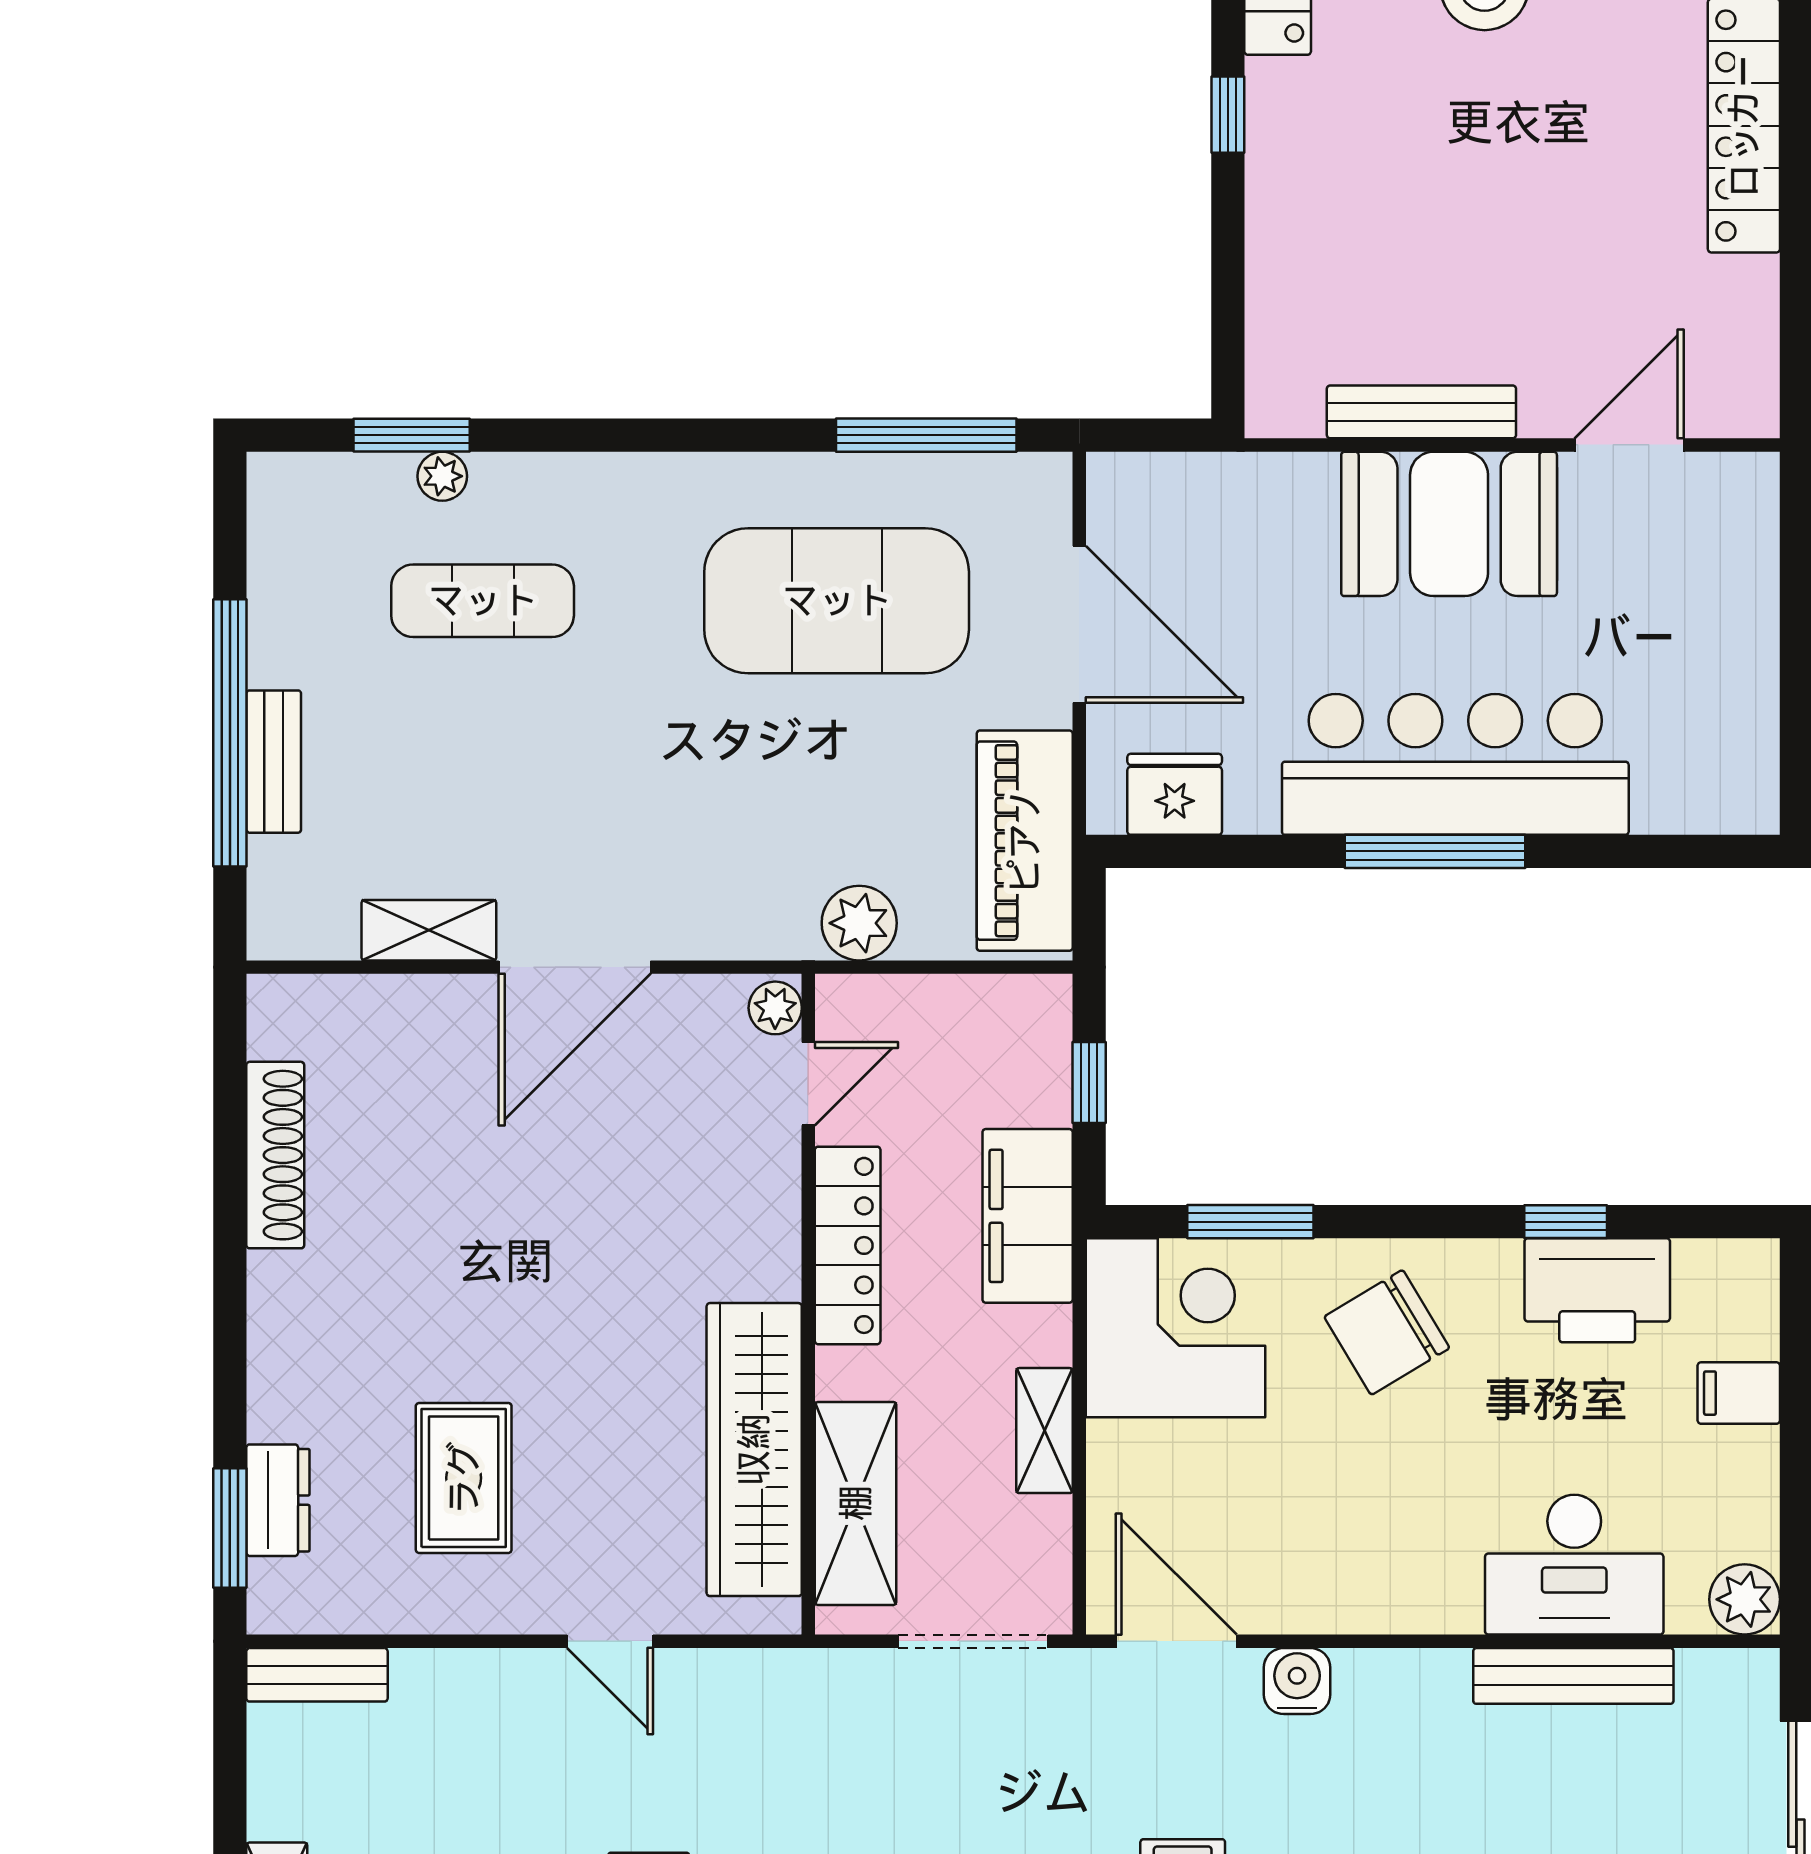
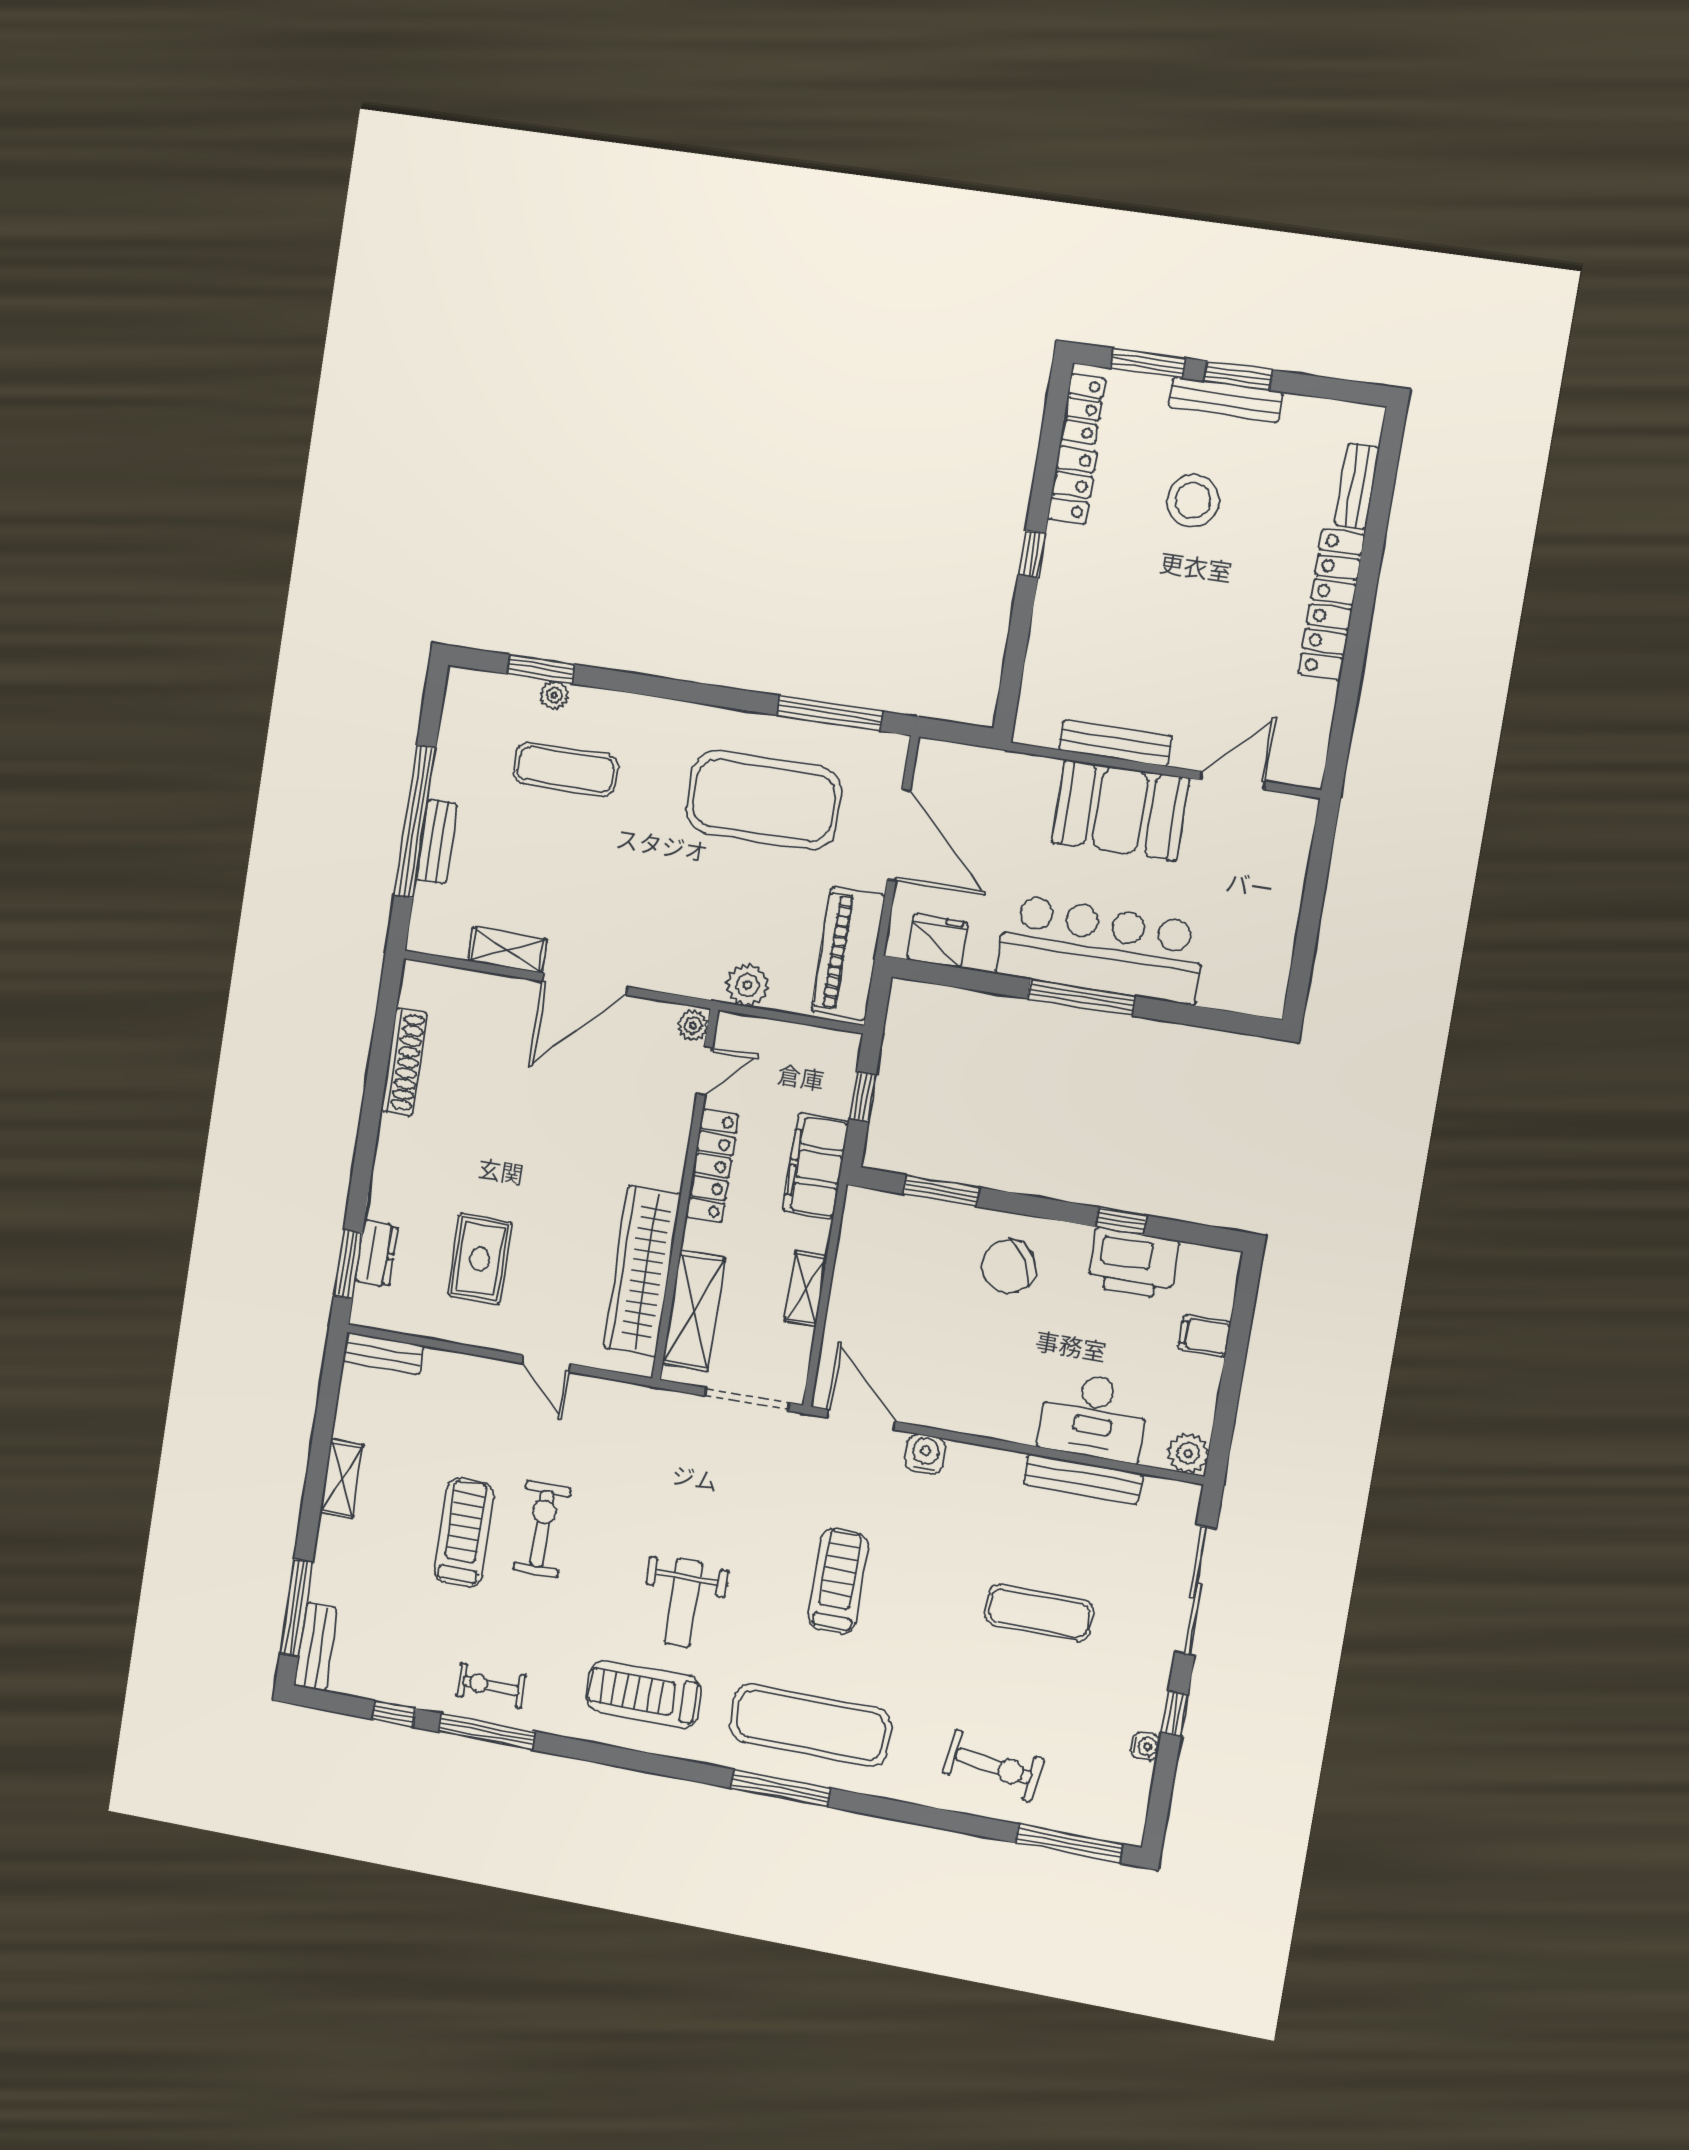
corner desk: (1175, 1328) -> (889, 1243), removed

